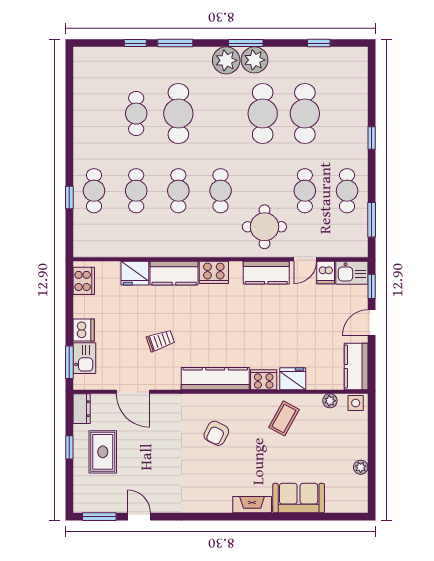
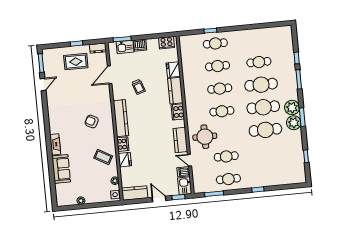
cafe table: (305, 114) -> (263, 107), moved

